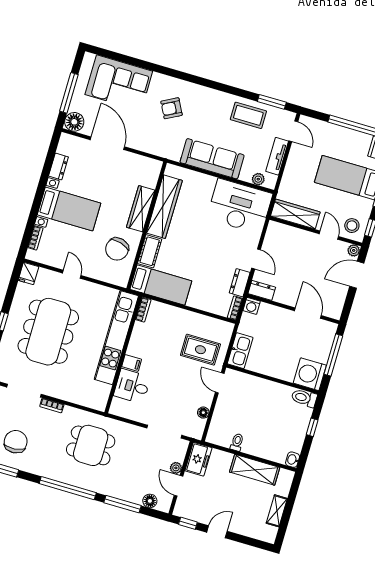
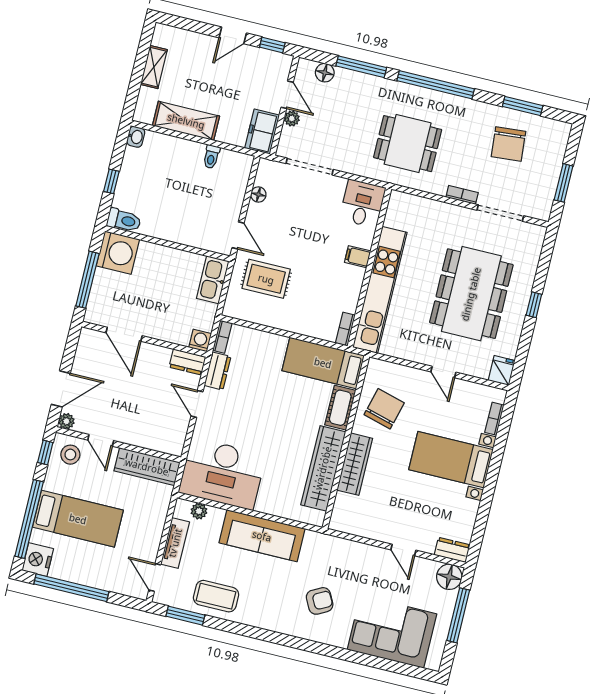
door: (107, 143) -> (403, 550), width x0.53
dresser: (58, 167) -> (452, 550), moved, turned 90
desk: (132, 386) -> (362, 204), moved, turned -90

